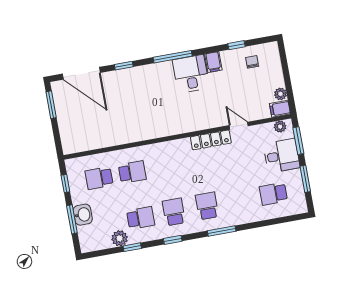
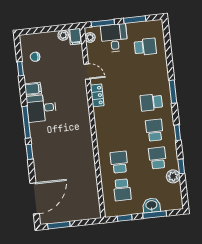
window: (124, 66) -> (29, 152), moved
door: (239, 126) -> (87, 72), swing flipped
locker: (211, 140) -> (97, 95), width x0.66
school desk: (273, 194) -> (145, 47), turned -90
school desk: (174, 212) -> (154, 130), turned 90

